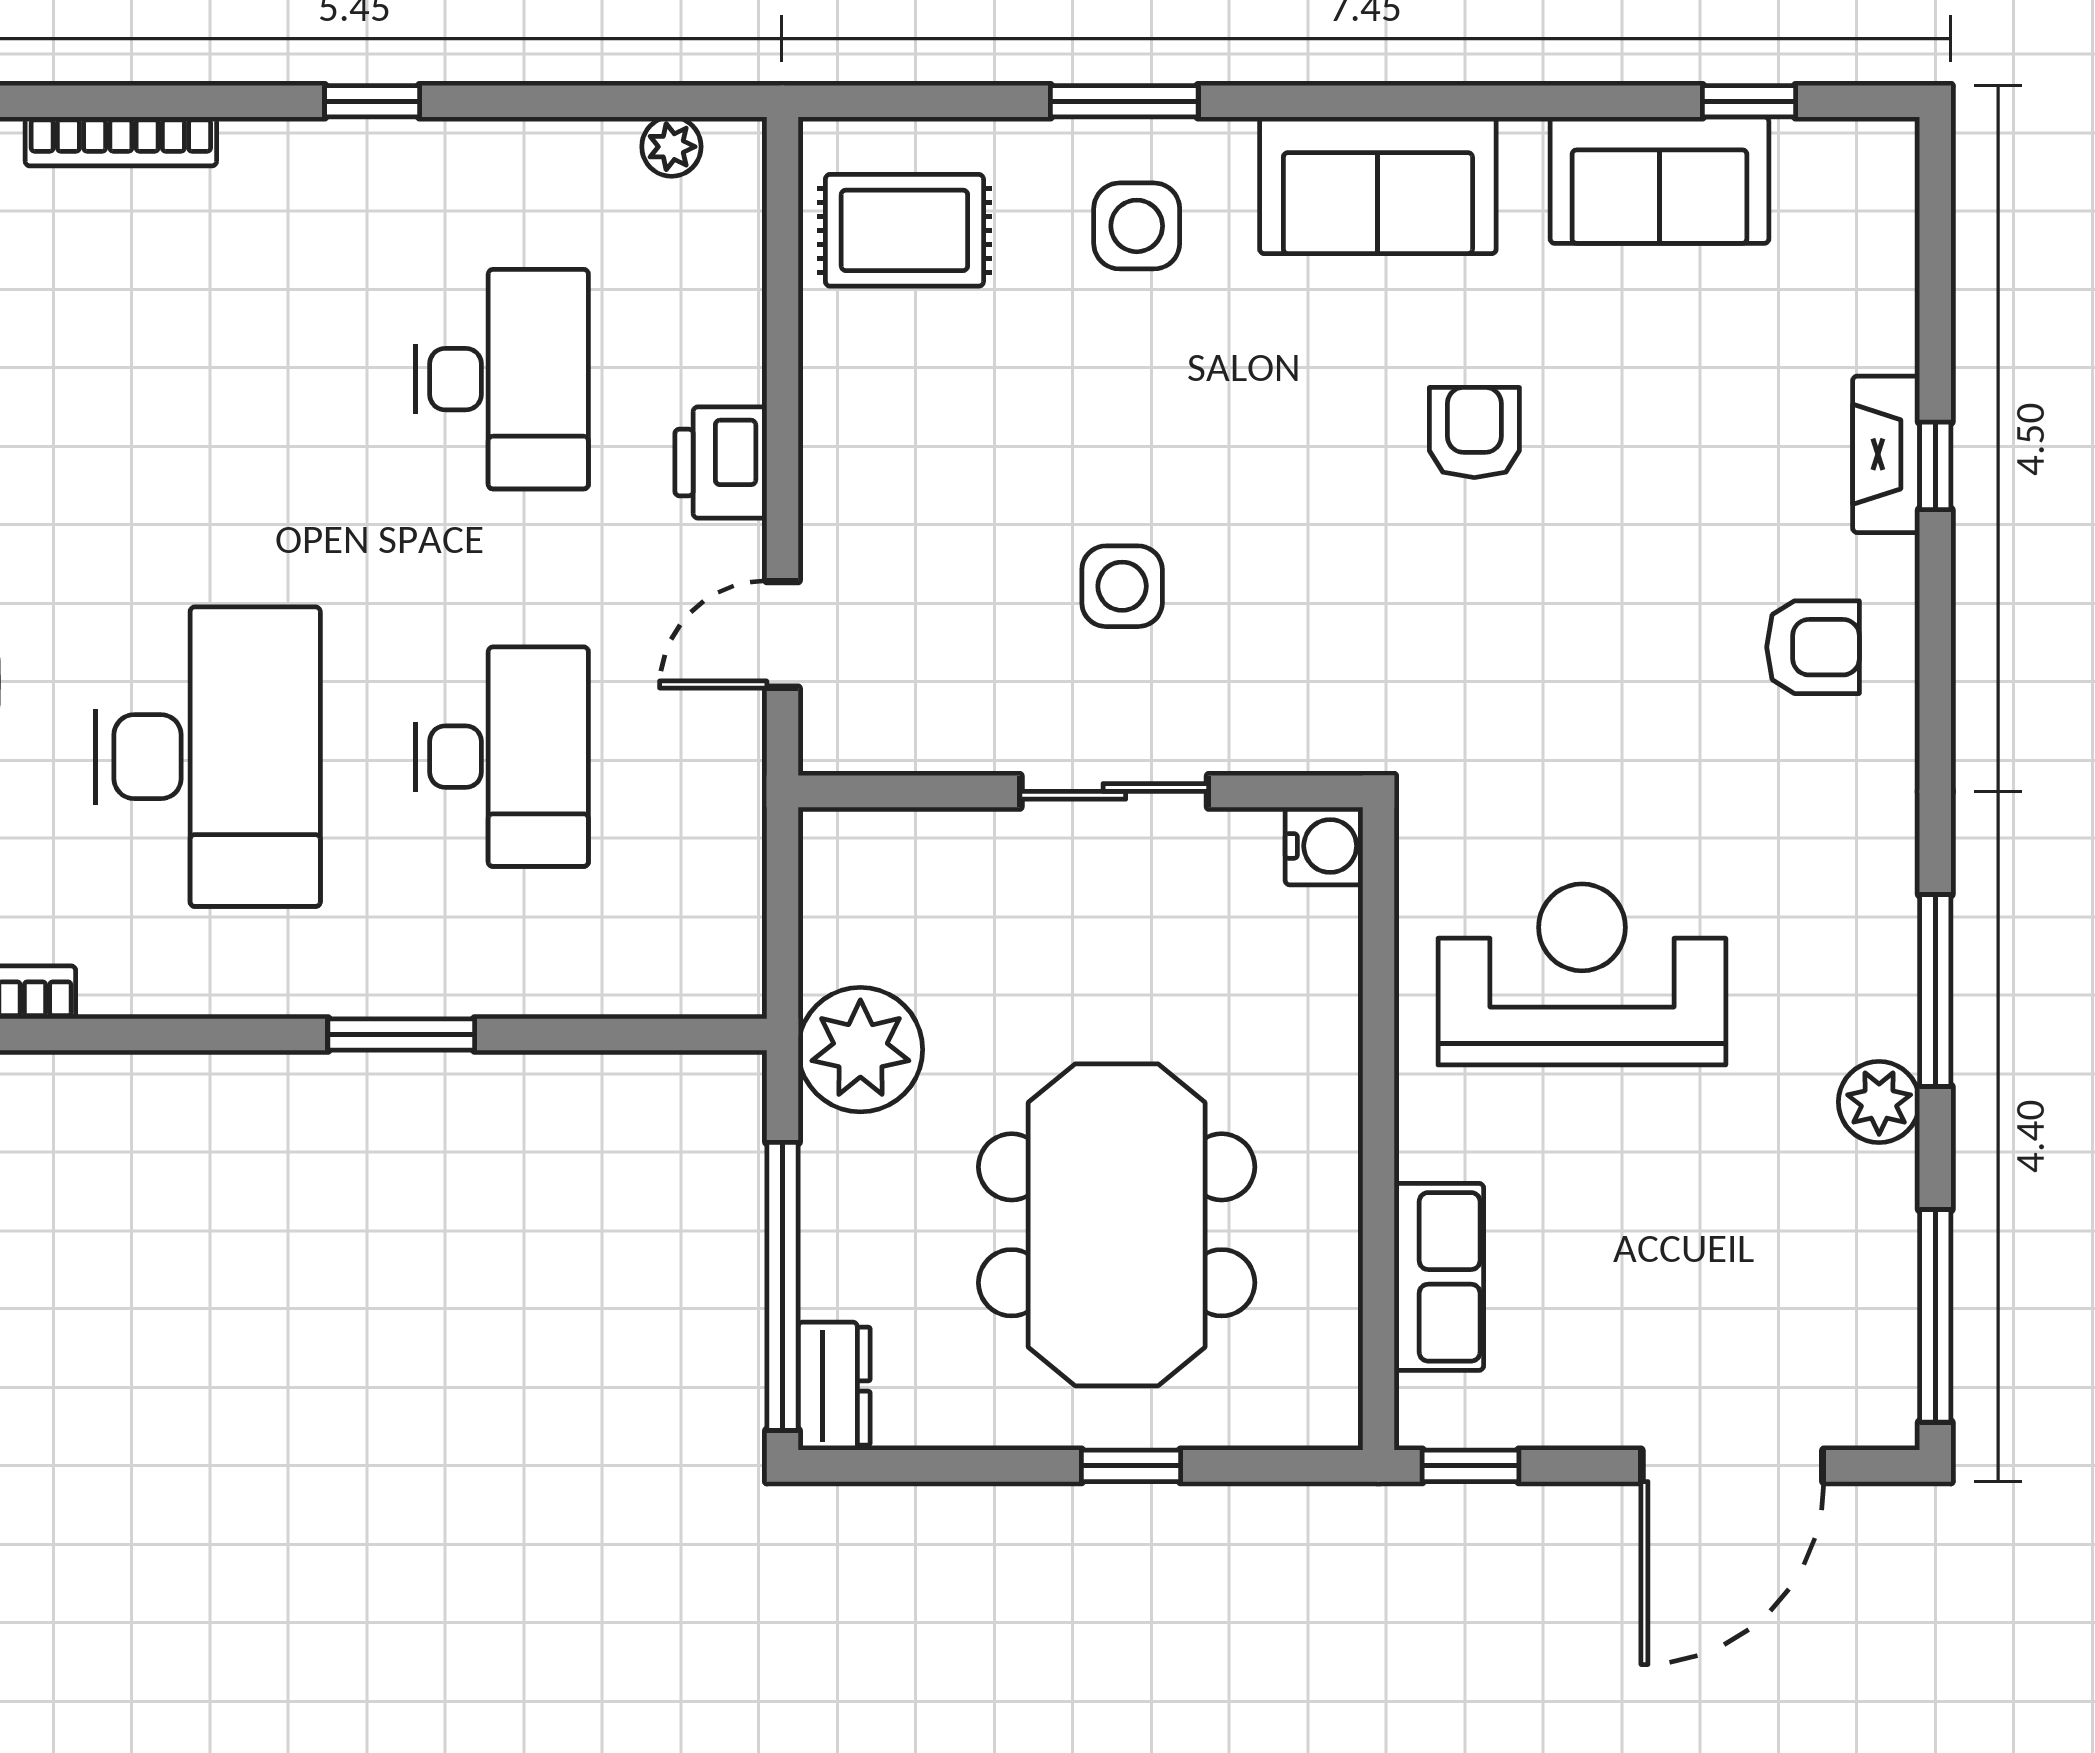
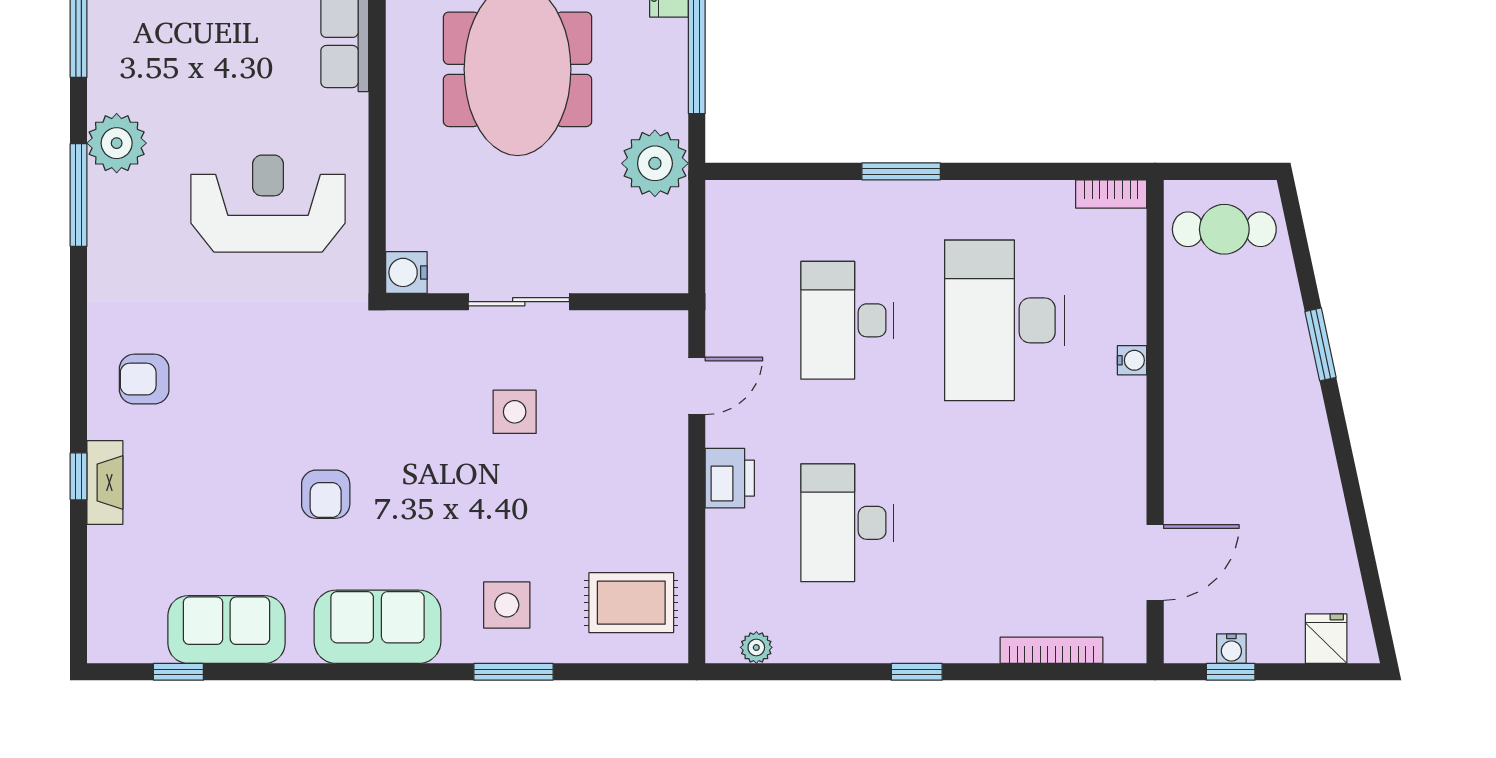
reception desk: (1582, 974) -> (268, 204), turned 180
plant: (1879, 1102) -> (117, 143), width x1.36, depth x1.36

